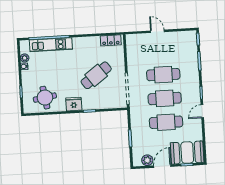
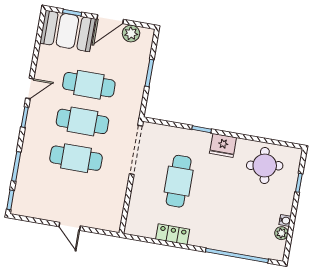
locker: (111, 40) -> (173, 234), moved
kitchen unit: (51, 45) -> (237, 244), removed
cafe table: (96, 75) -> (179, 181), turned -54

